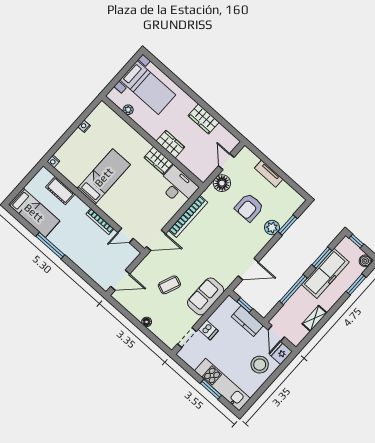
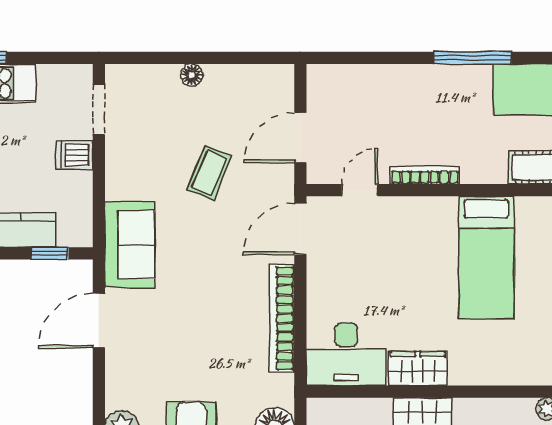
door: (120, 280) -> (300, 138), moved
sofa: (206, 296) -> (130, 245), moved

